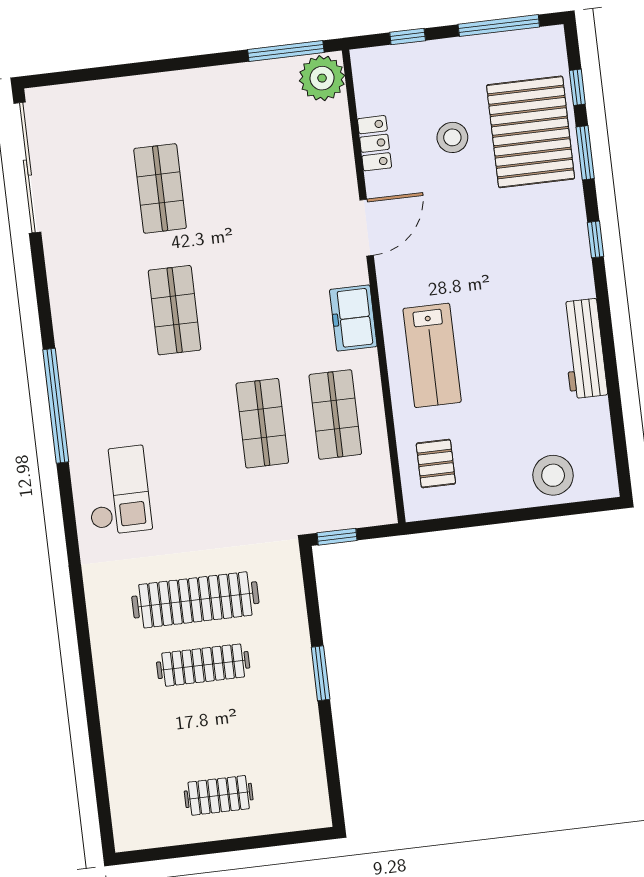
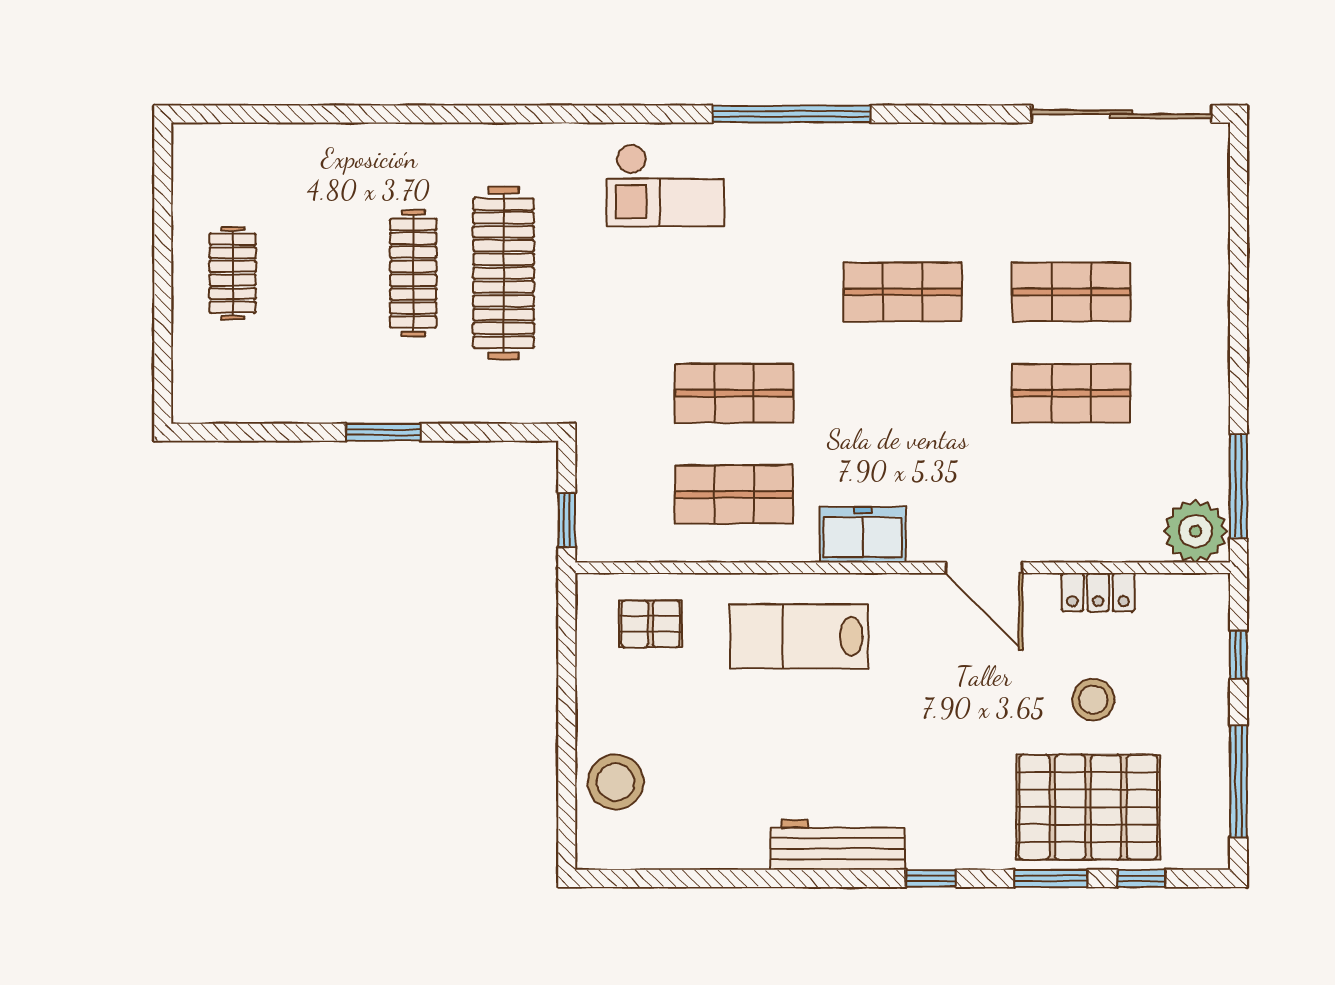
shop shelf: (233, 180) -> (1071, 393), added
workbench: (584, 349) -> (838, 845), moved
window: (337, 537) -> (567, 520), moved

